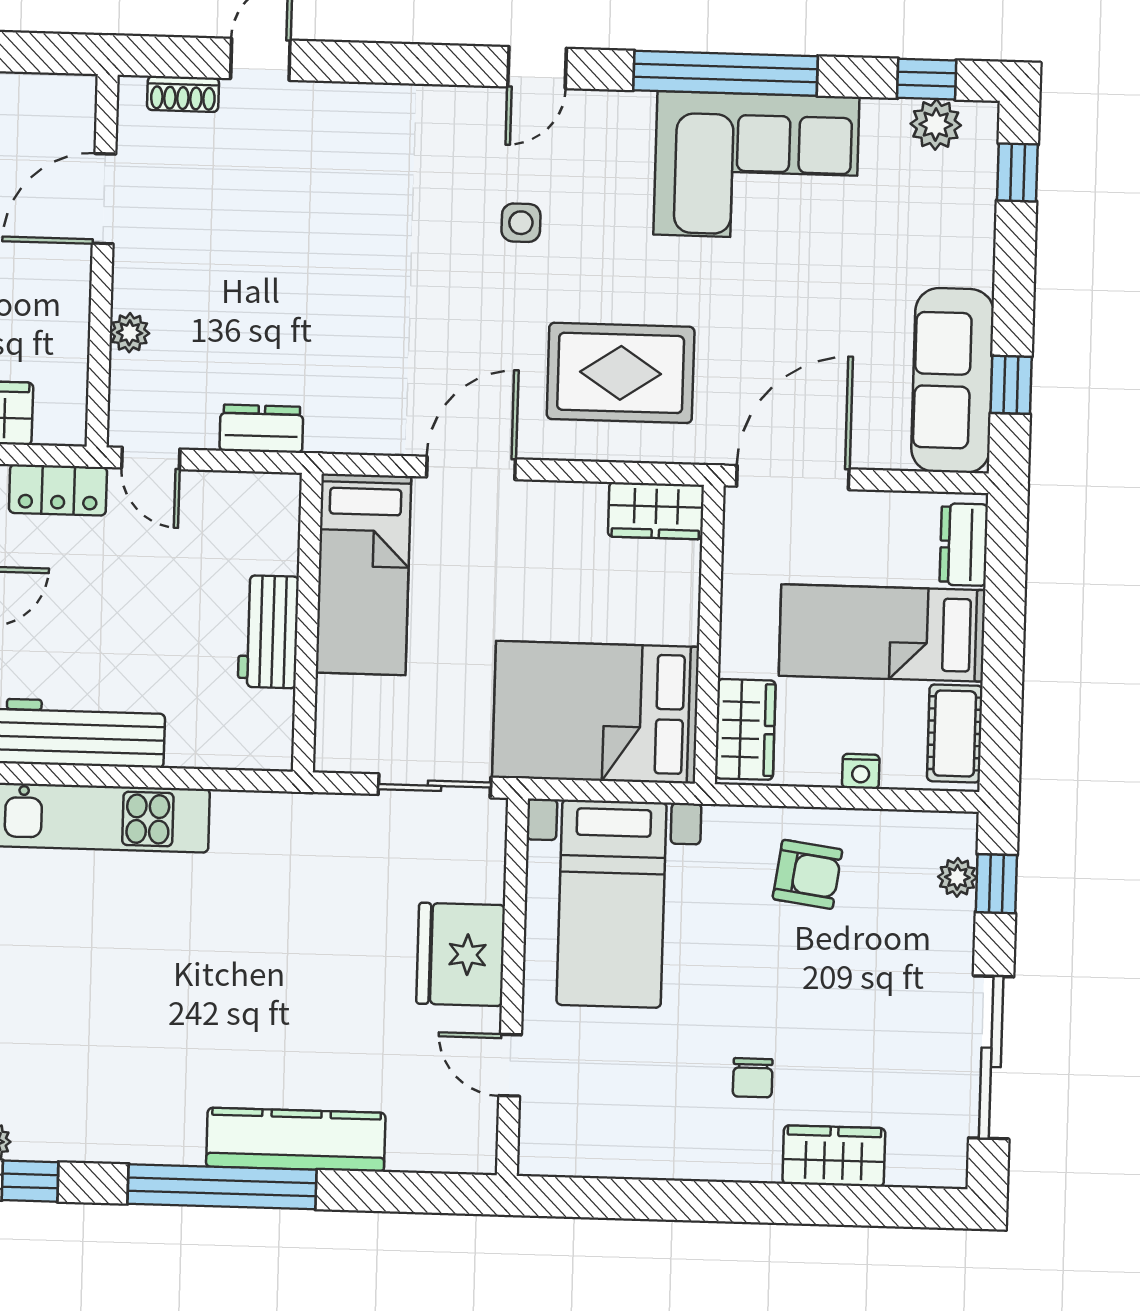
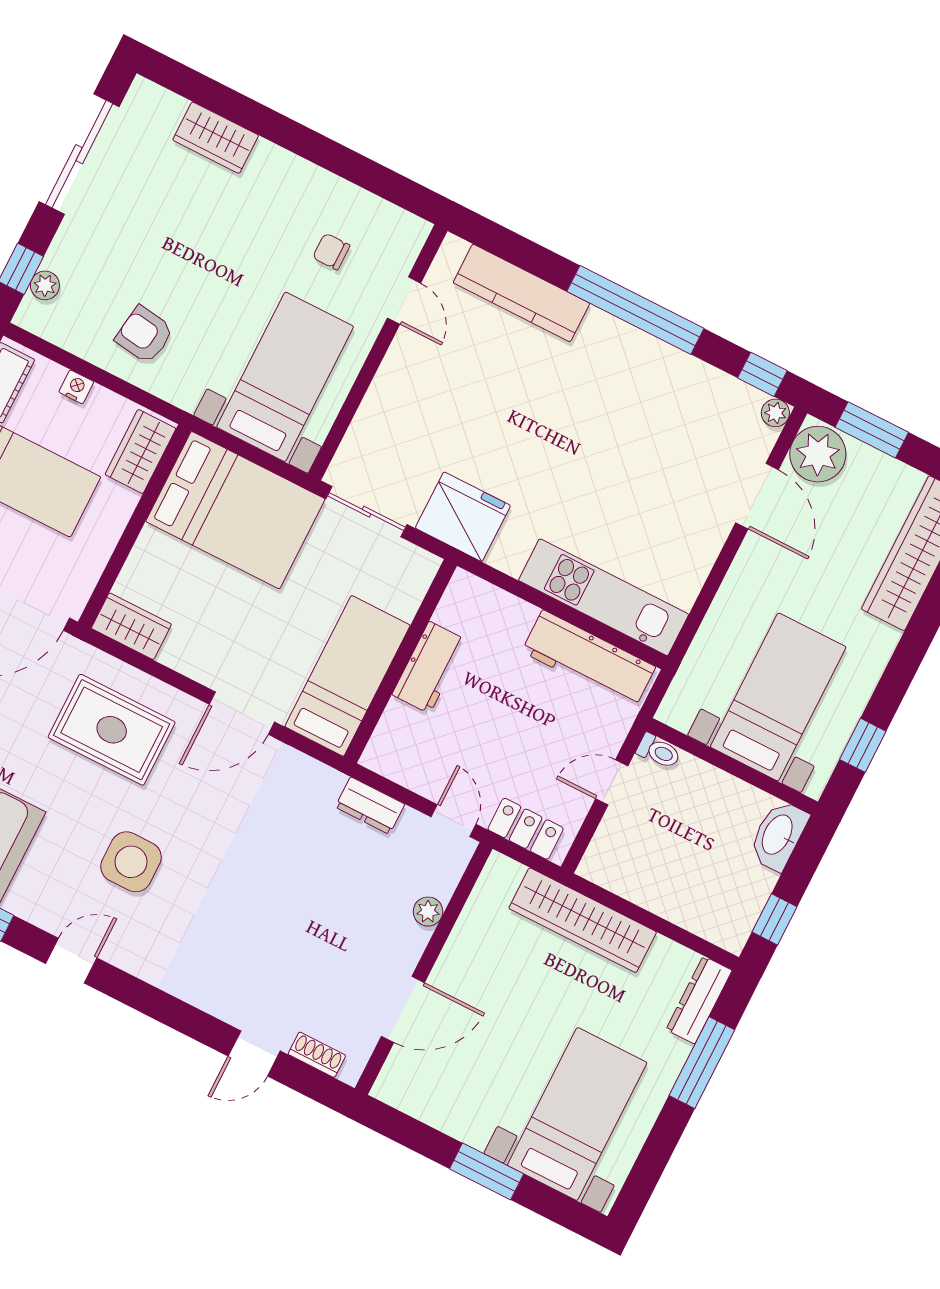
side table: (521, 223) -> (131, 862), width x1.87, depth x1.87
fridge: (461, 954) -> (463, 517), moved, turned -90
chair: (753, 1078) -> (331, 251), moved, turned -90
kitchen counter: (296, 1140) -> (521, 293), moved

